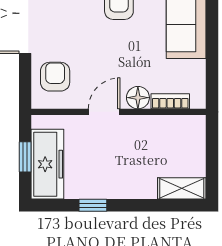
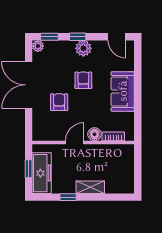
armchair: (55, 77) -> (59, 102), moved
shelving: (182, 188) -> (90, 187), moved

